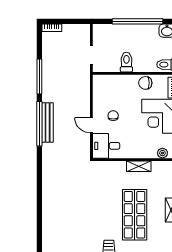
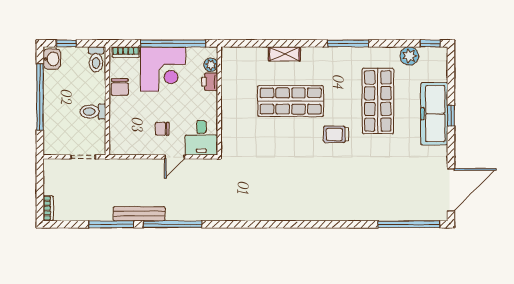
bench: (48, 122) -> (139, 214), moved
printer: (149, 152) -> (209, 82), added
shelving: (139, 166) -> (228, 96), removed

